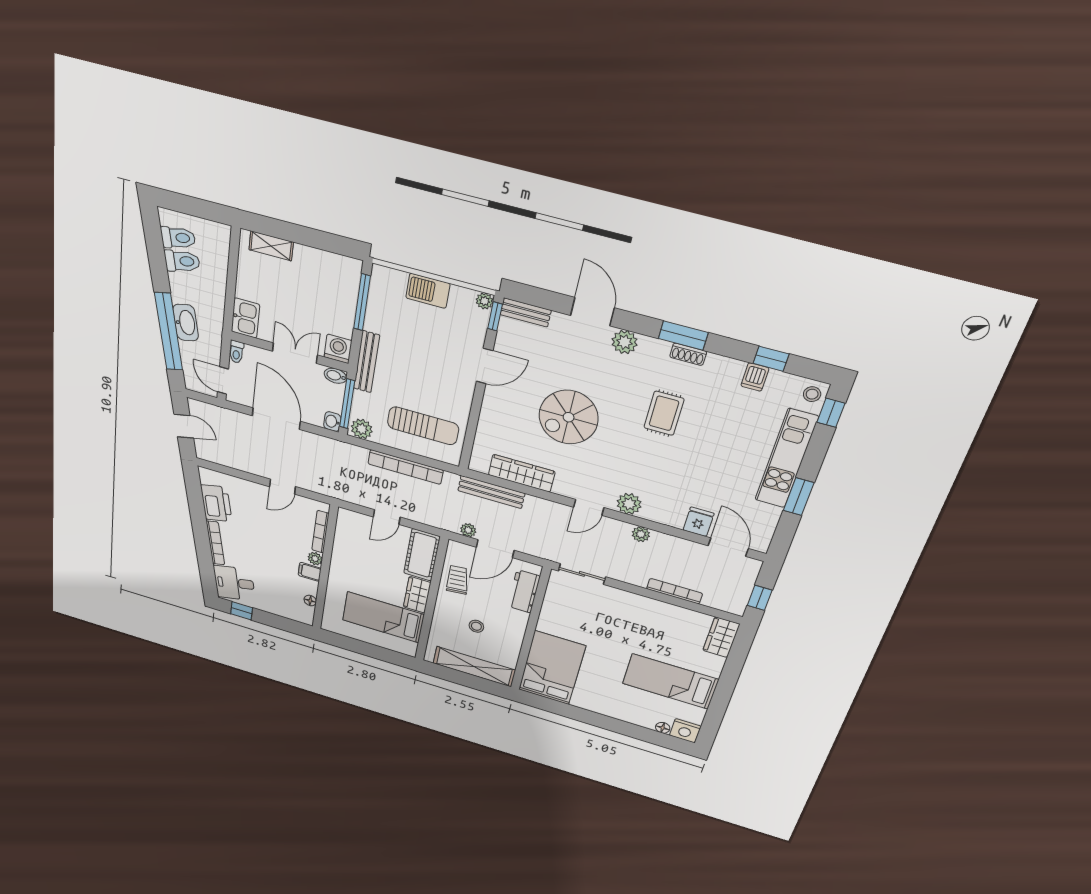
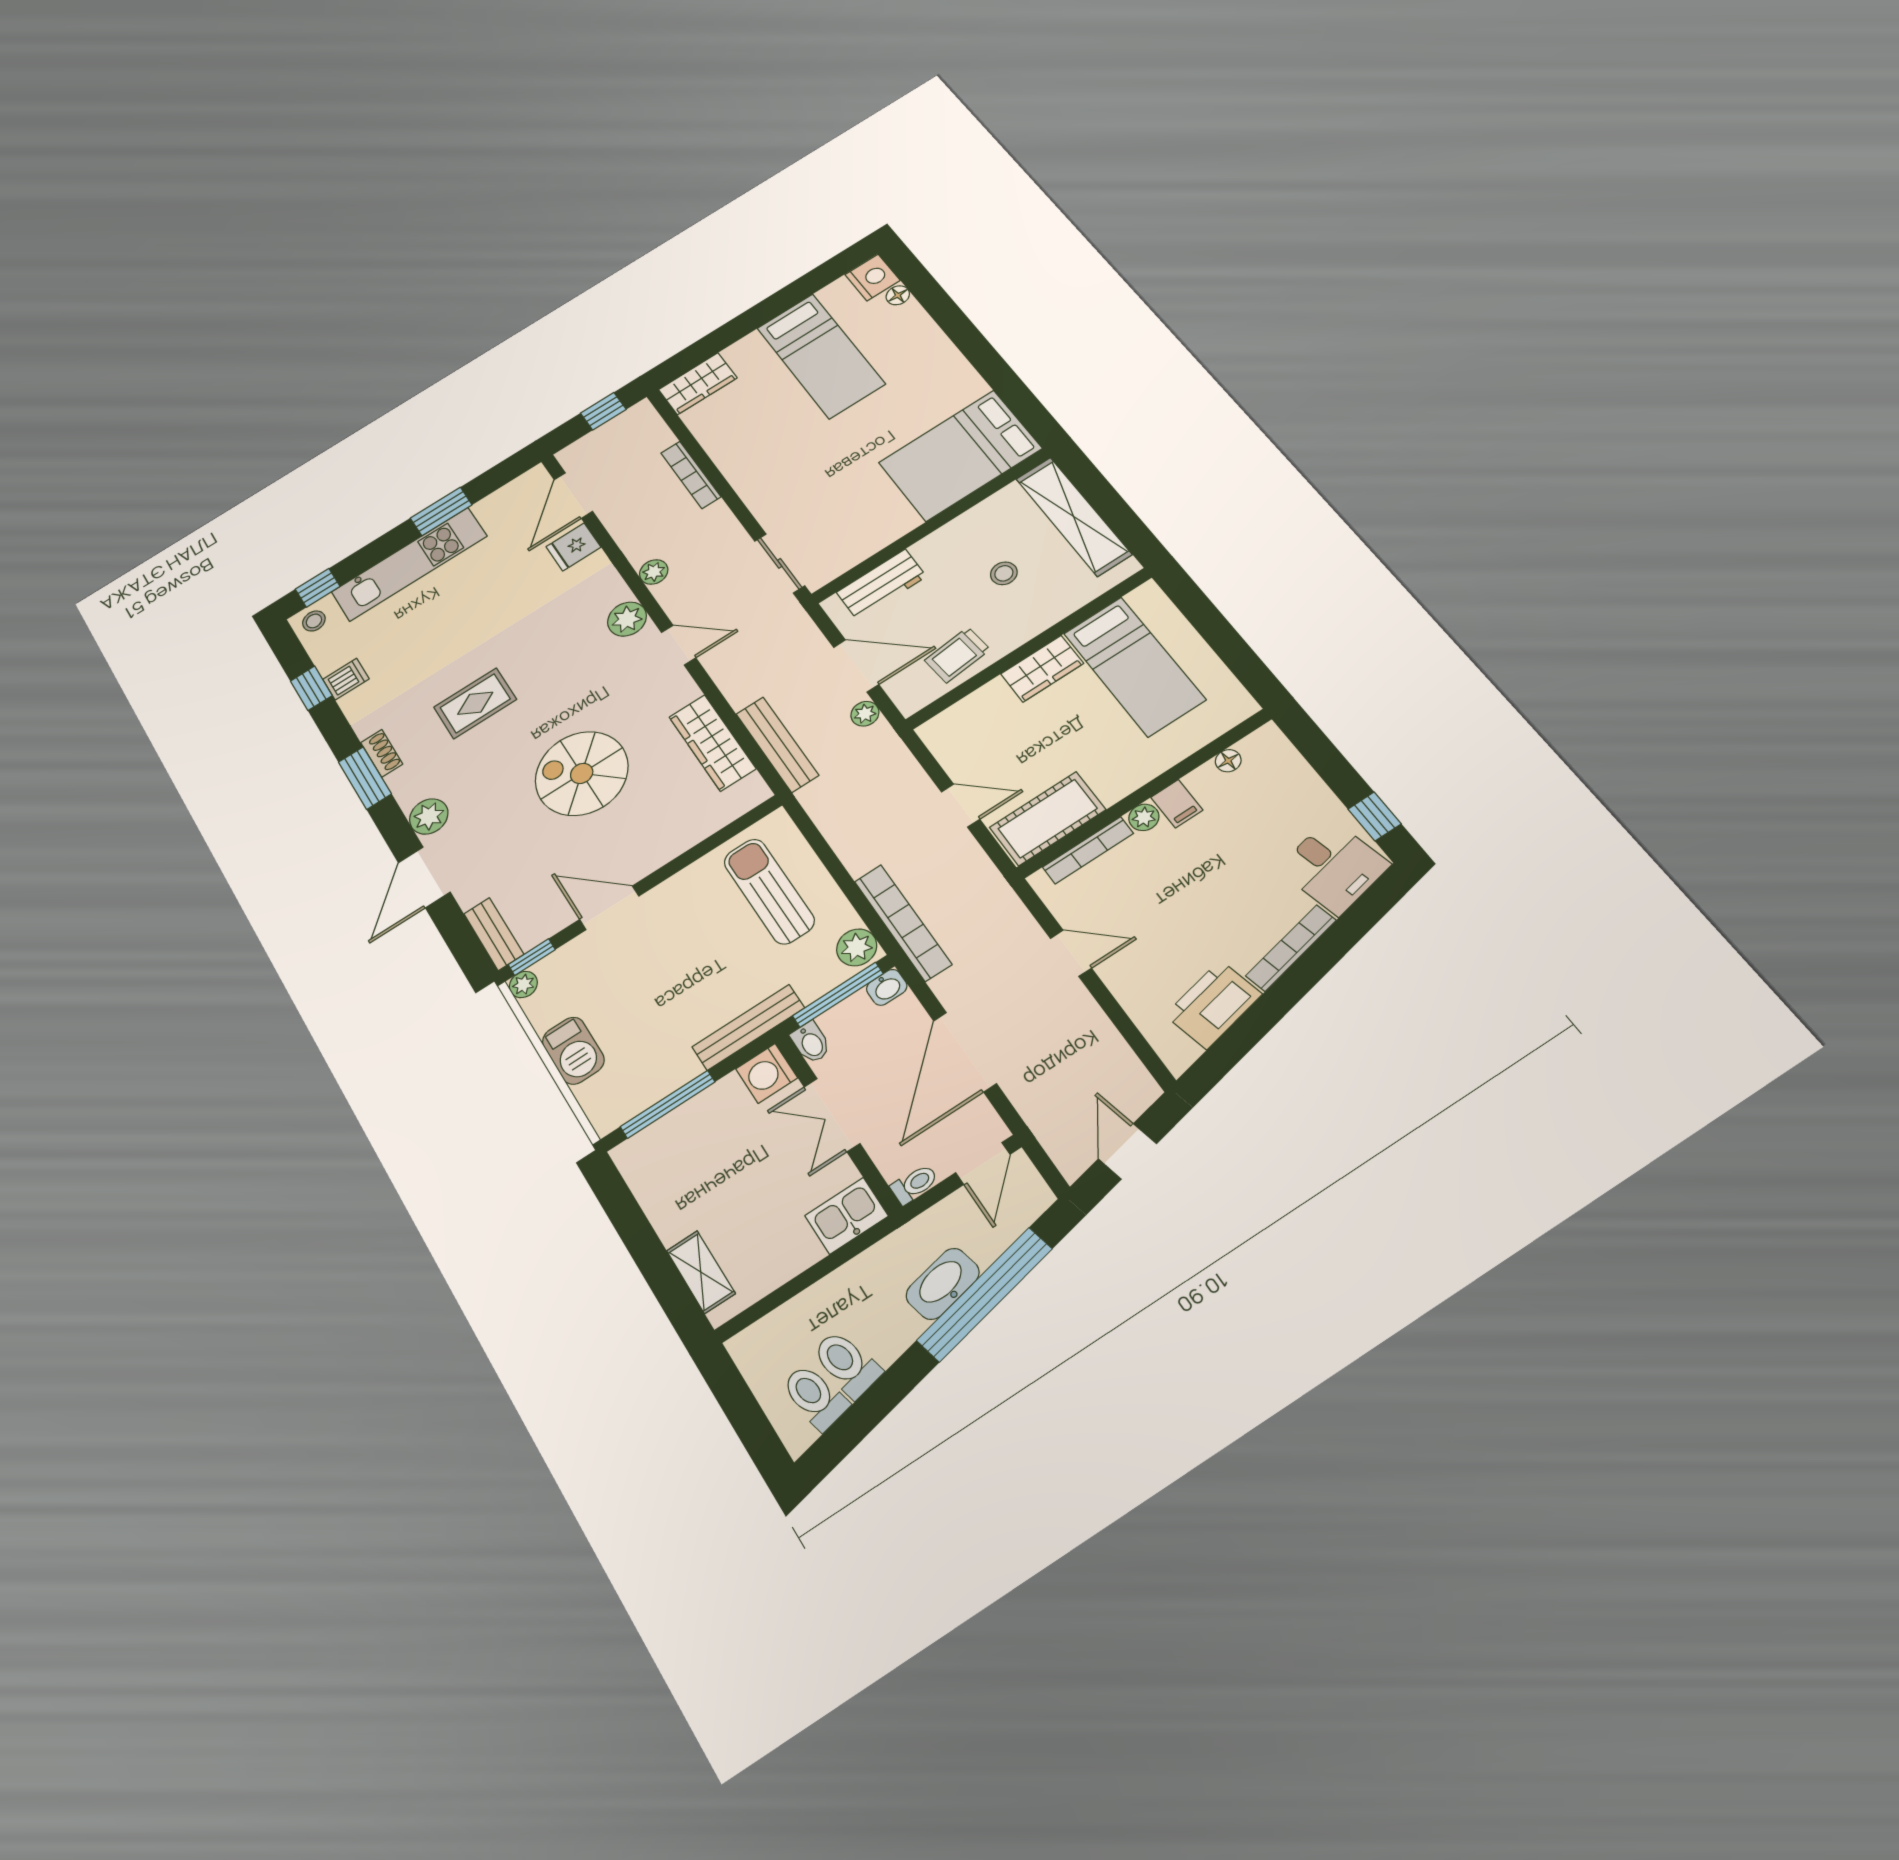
spiral stairs: (569, 417) -> (582, 773), turned 180
bookcase: (405, 467) -> (903, 923), moved
cot: (422, 555) -> (1048, 819), moved

